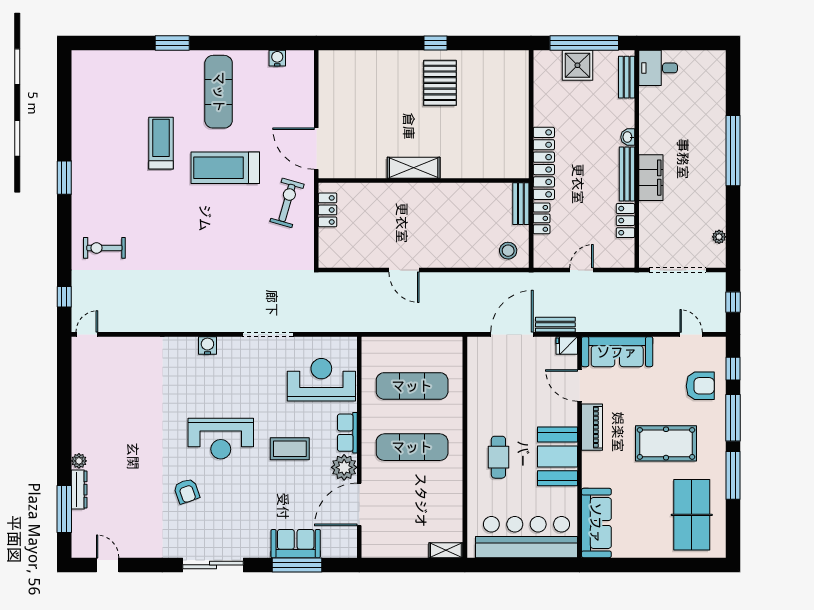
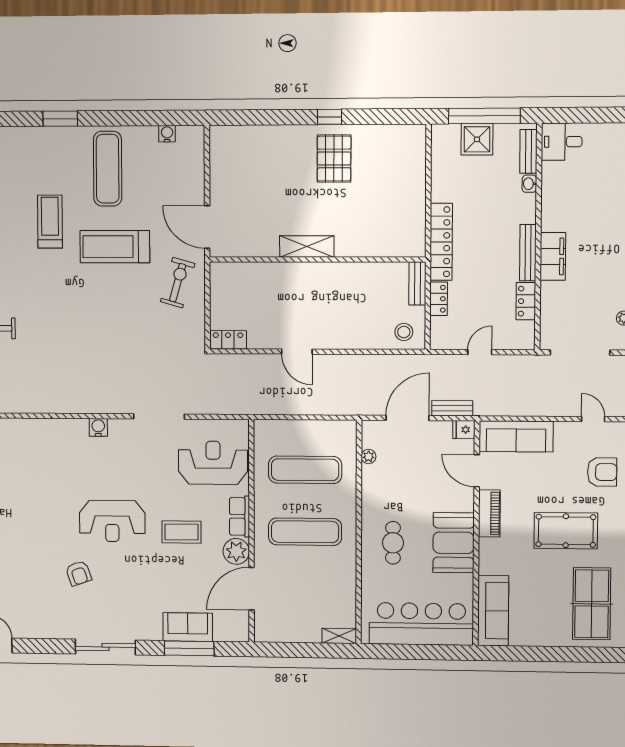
washbasin: (628, 137) -> (529, 184), moved
locker: (328, 210) -> (228, 340), moved, turned -90
plant: (474, 372) -> (368, 456), added

